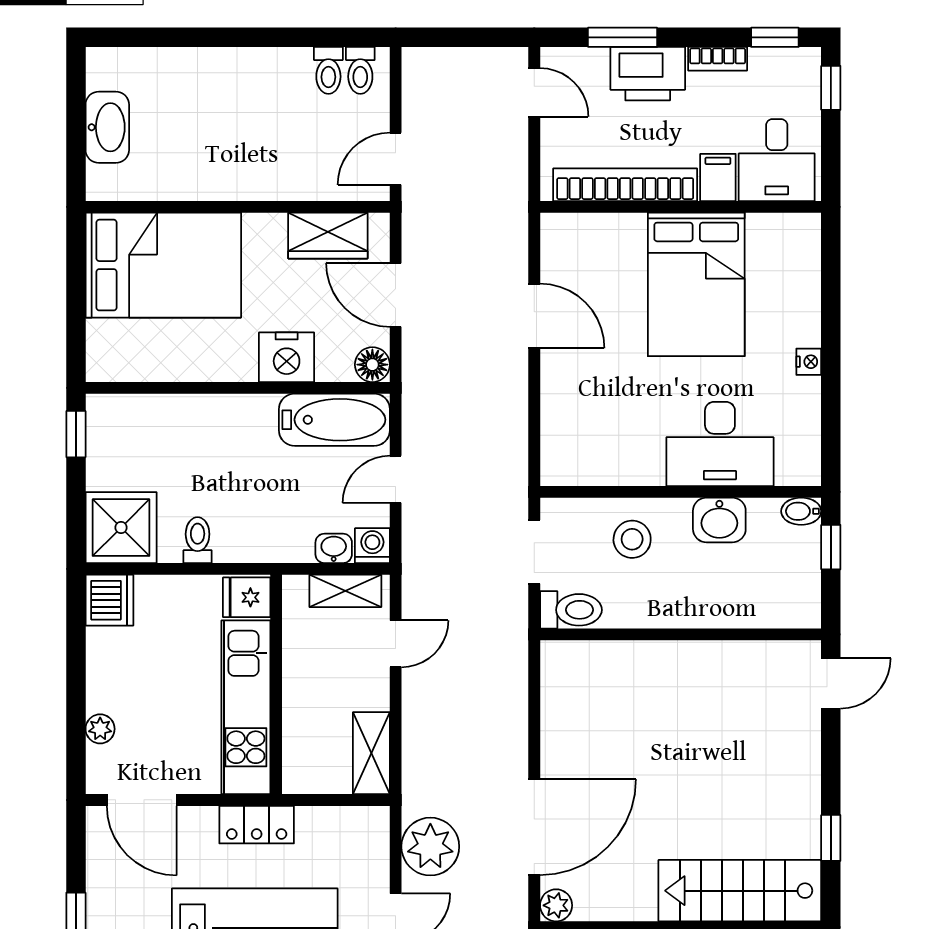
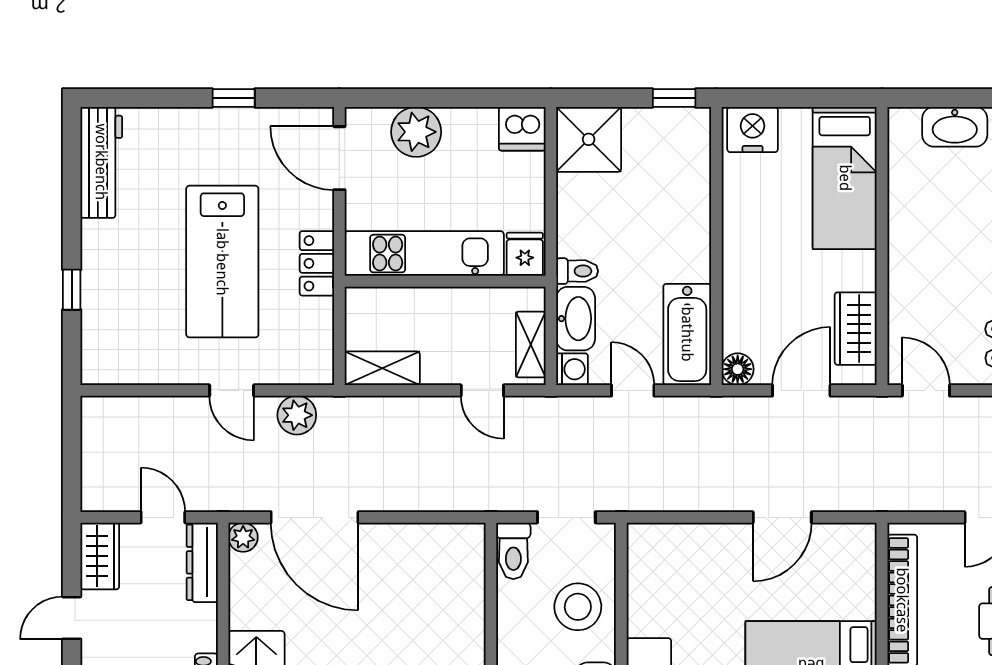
bed: (163, 265) -> (845, 178), width x0.67
nightstand: (287, 357) -> (753, 130), moved, turned 90
stool: (632, 539) -> (578, 607), width x1.38, depth x1.38
toilet: (198, 540) -> (577, 271), moved
washbasin: (334, 548) -> (576, 319), width x1.91, depth x1.45
plant: (100, 729) -> (416, 132), width x1.88, depth x1.88
door: (142, 800) -> (339, 158), hinge flipped
plant: (430, 847) -> (297, 415), width x0.73, depth x0.73

